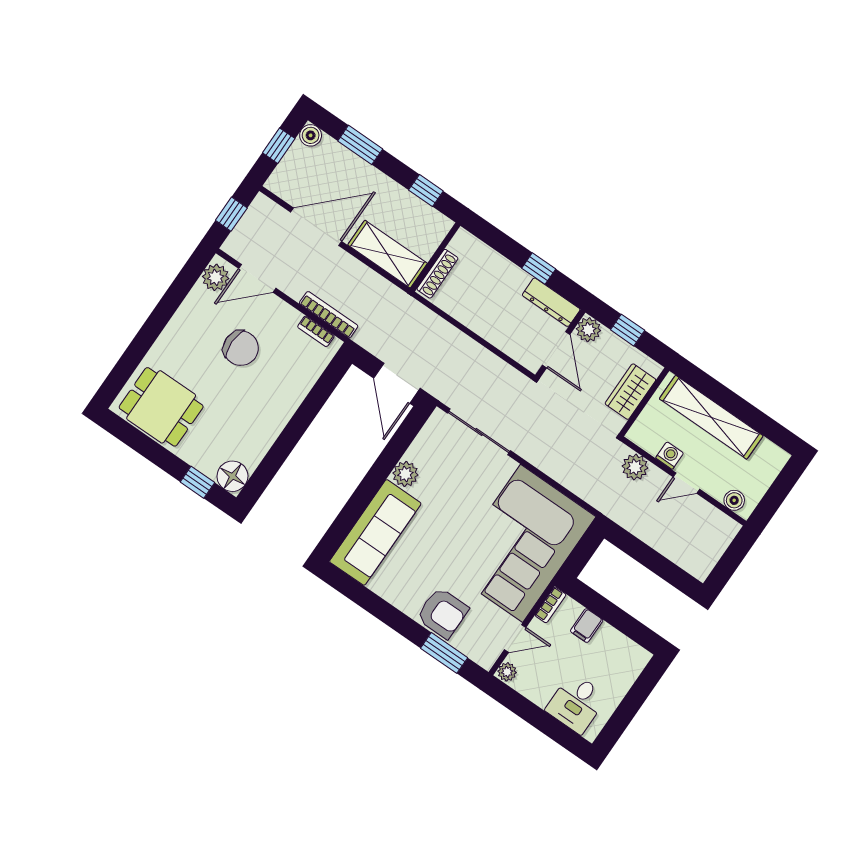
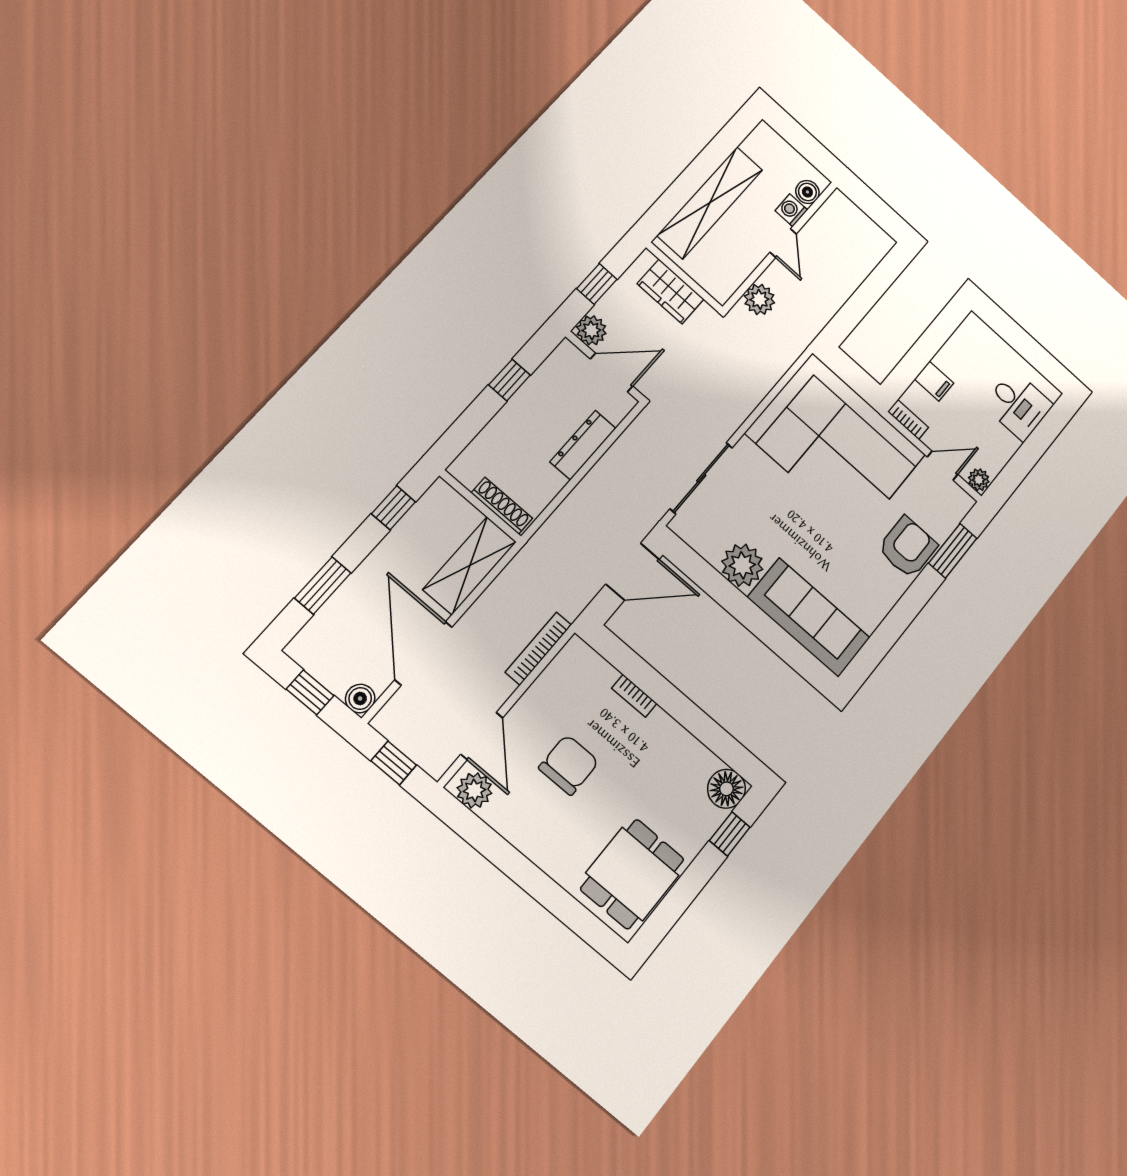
boiler: (311, 135) -> (360, 698), moved
dresser: (551, 302) -> (583, 445), moved, turned 180
bookcase: (316, 331) -> (634, 696), moved, turned 90
washing machine: (670, 456) -> (791, 210), moved
plant: (405, 474) -> (742, 565), width x1.36, depth x1.36
door: (515, 638) -> (942, 466), hinge flipped

